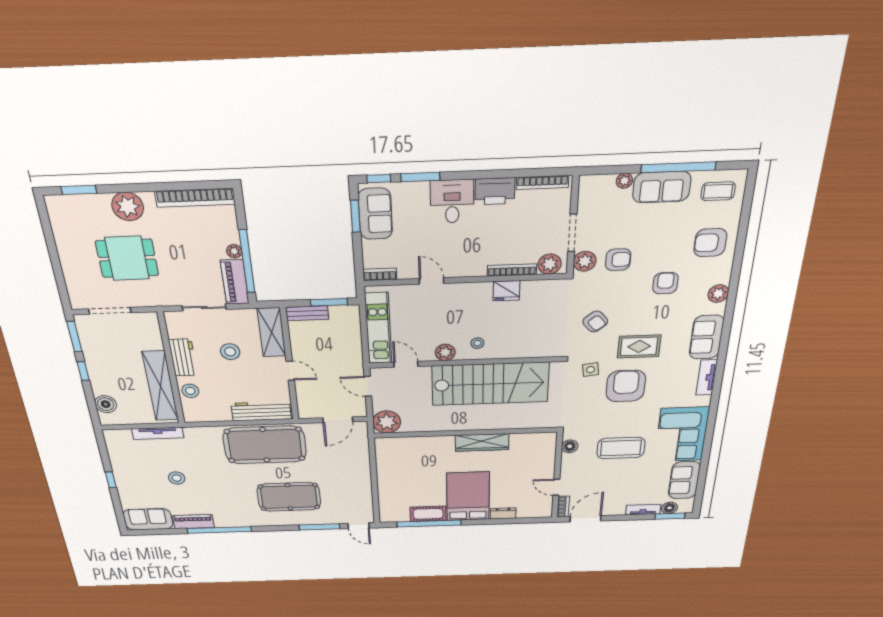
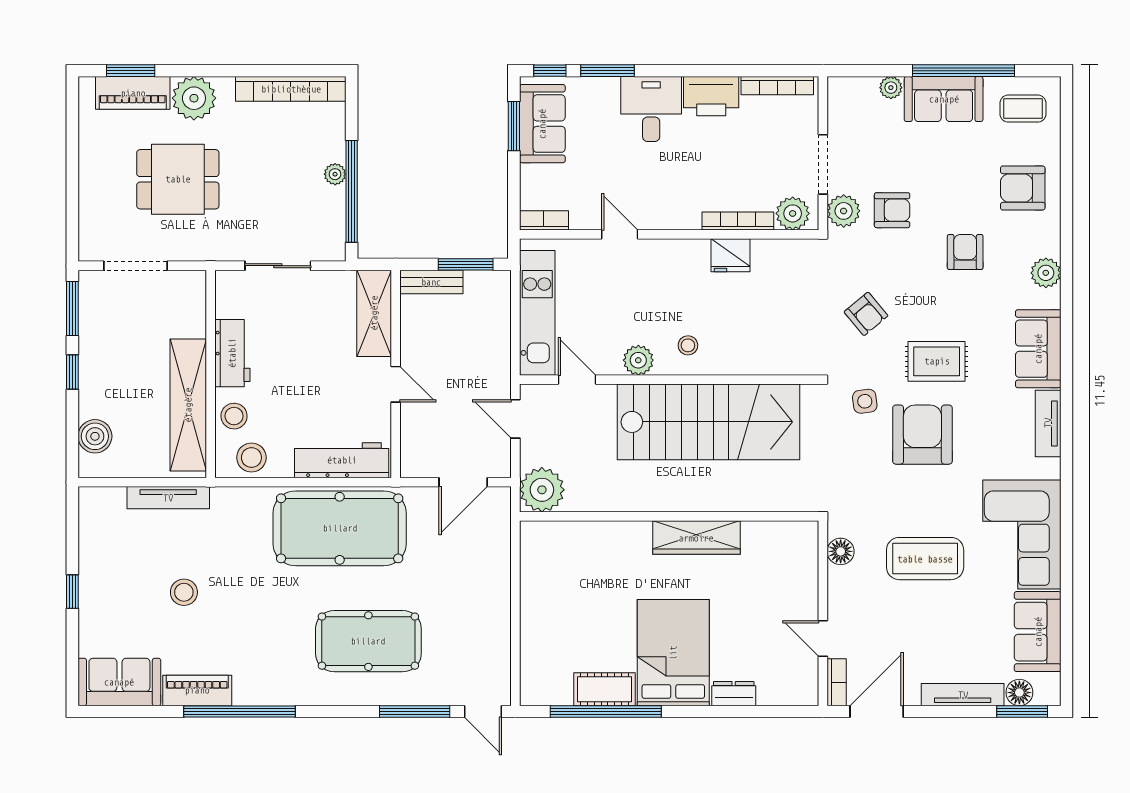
piano: (235, 282) -> (133, 93), moved, turned -90
stool: (230, 352) -> (251, 458), moved
tv unit: (643, 510) -> (963, 695), width x1.41

